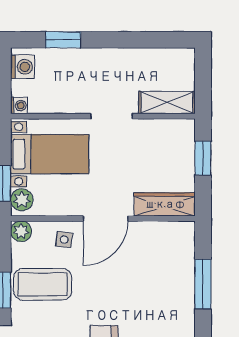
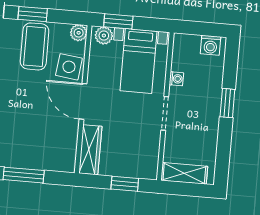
window: (63, 40) -> (227, 103), moved
shelving: (167, 103) -> (184, 173), moved, turned 90
washing machine: (19, 106) -> (176, 79), moved, turned -90
side table: (64, 240) -> (69, 67), width x1.87, depth x1.87

